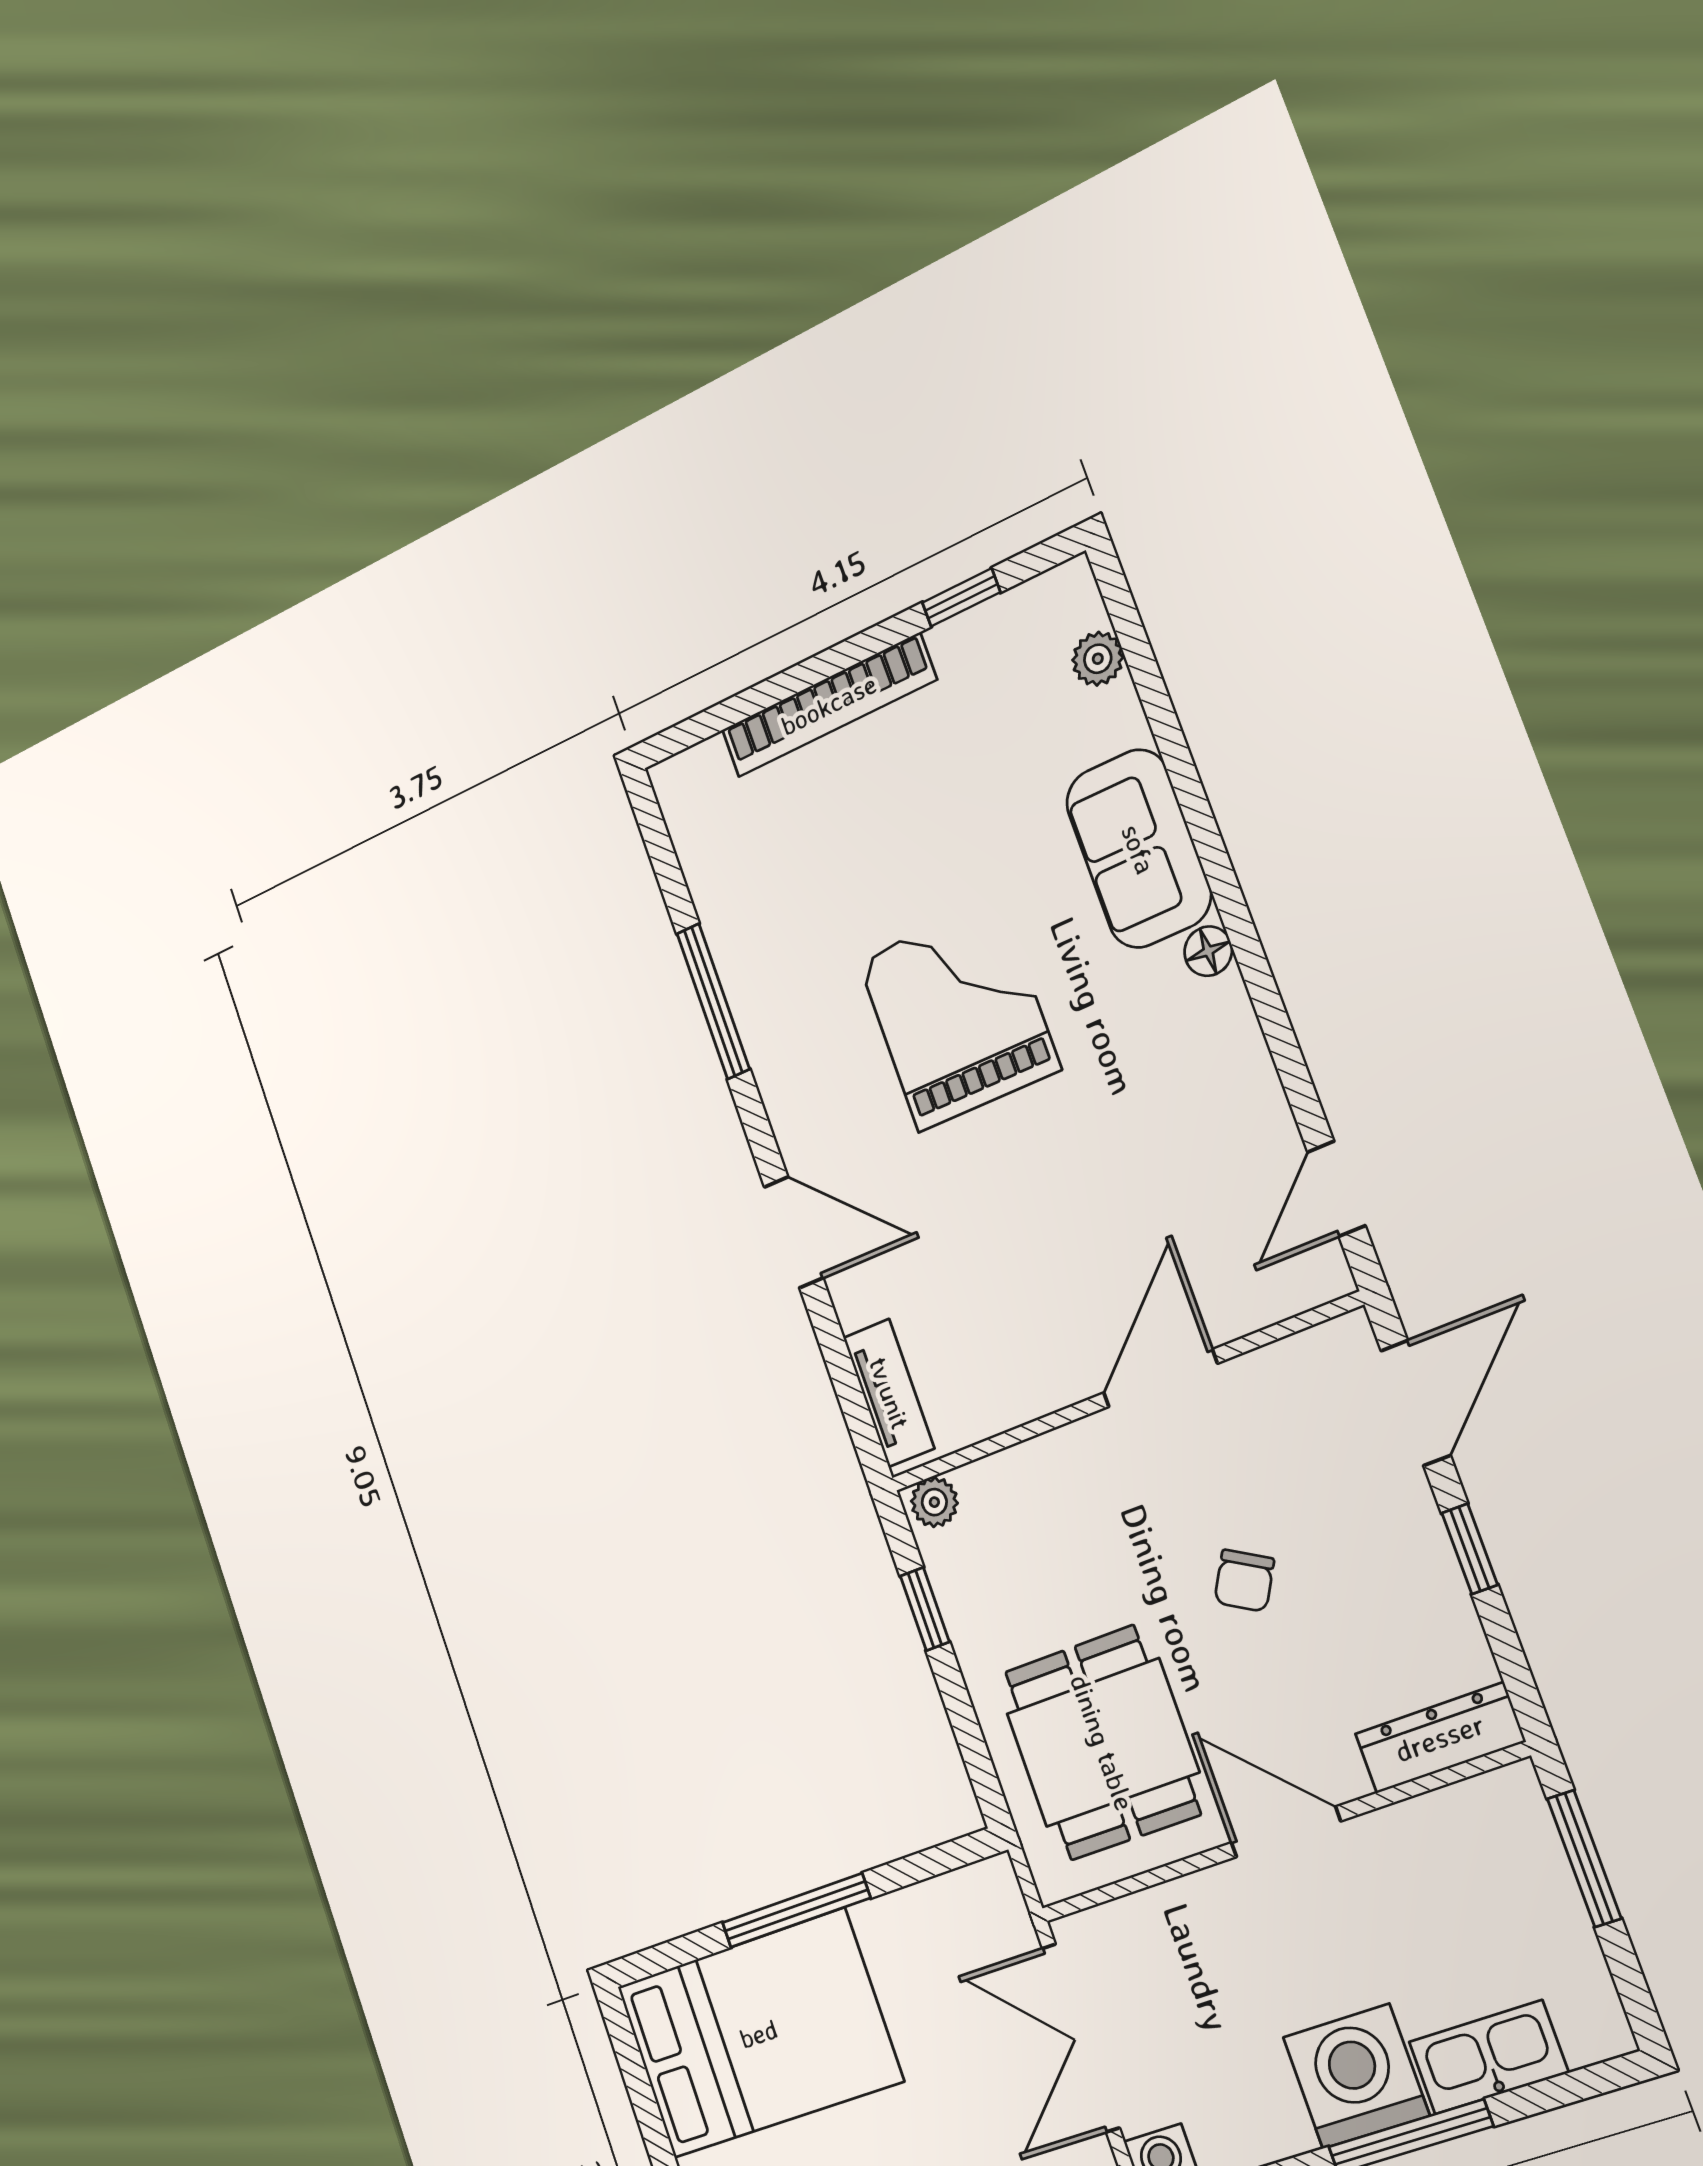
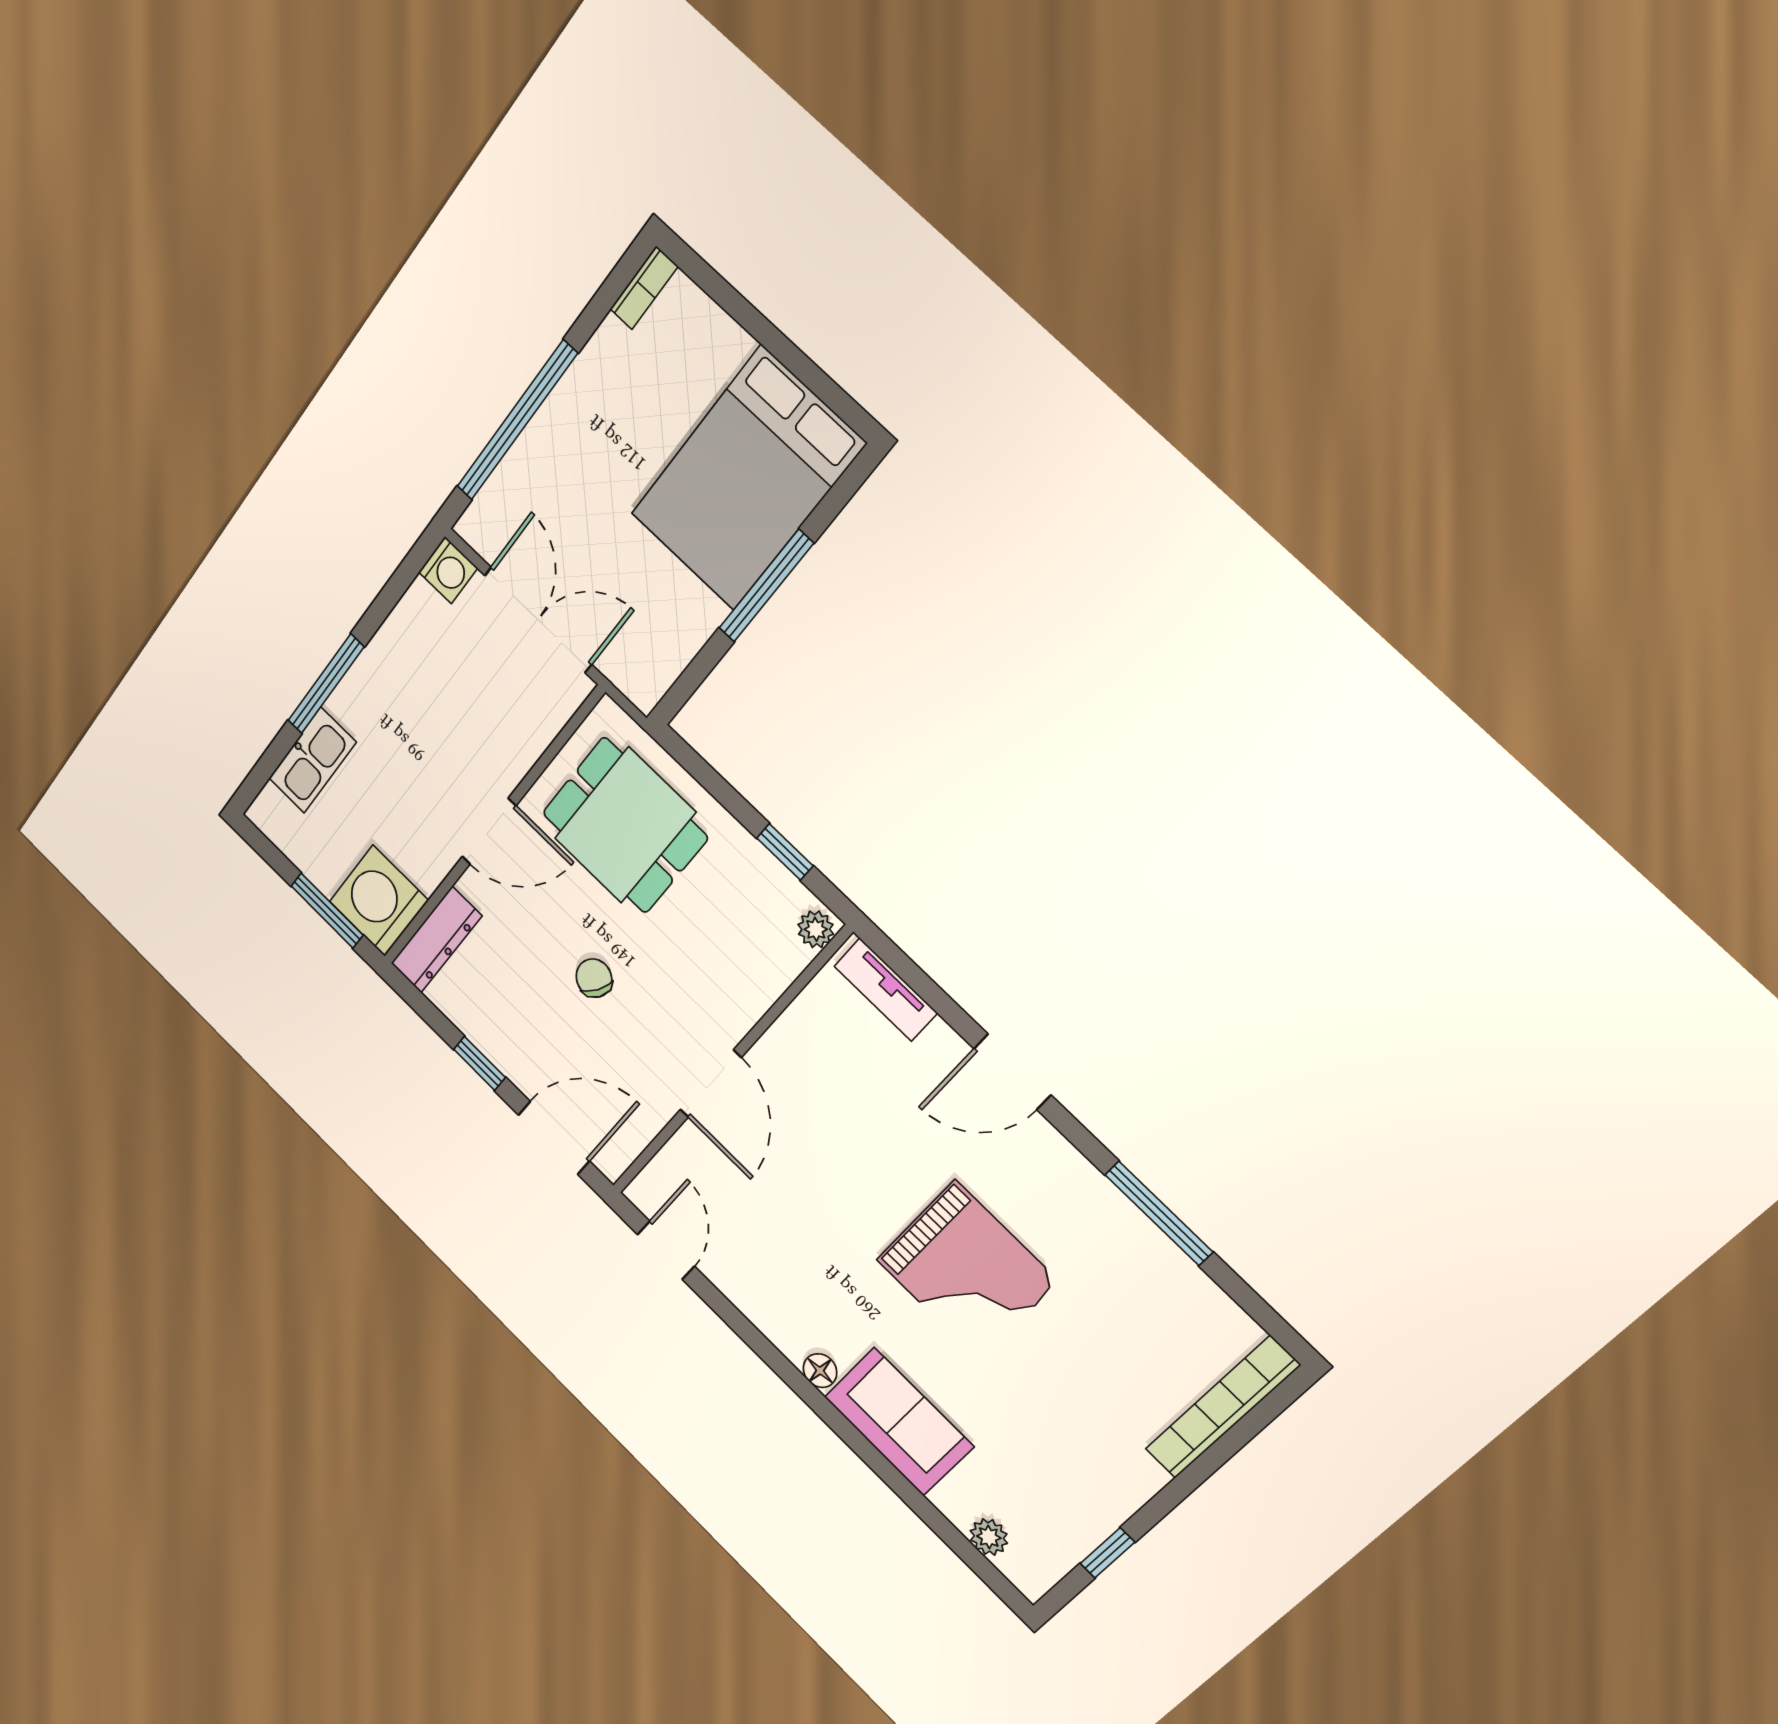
bookcase: (829, 705) -> (1222, 1407), moved
door: (1416, 1403) -> (554, 1138), swing flipped
washing machine: (1356, 2076) -> (379, 901), moved, turned 180

